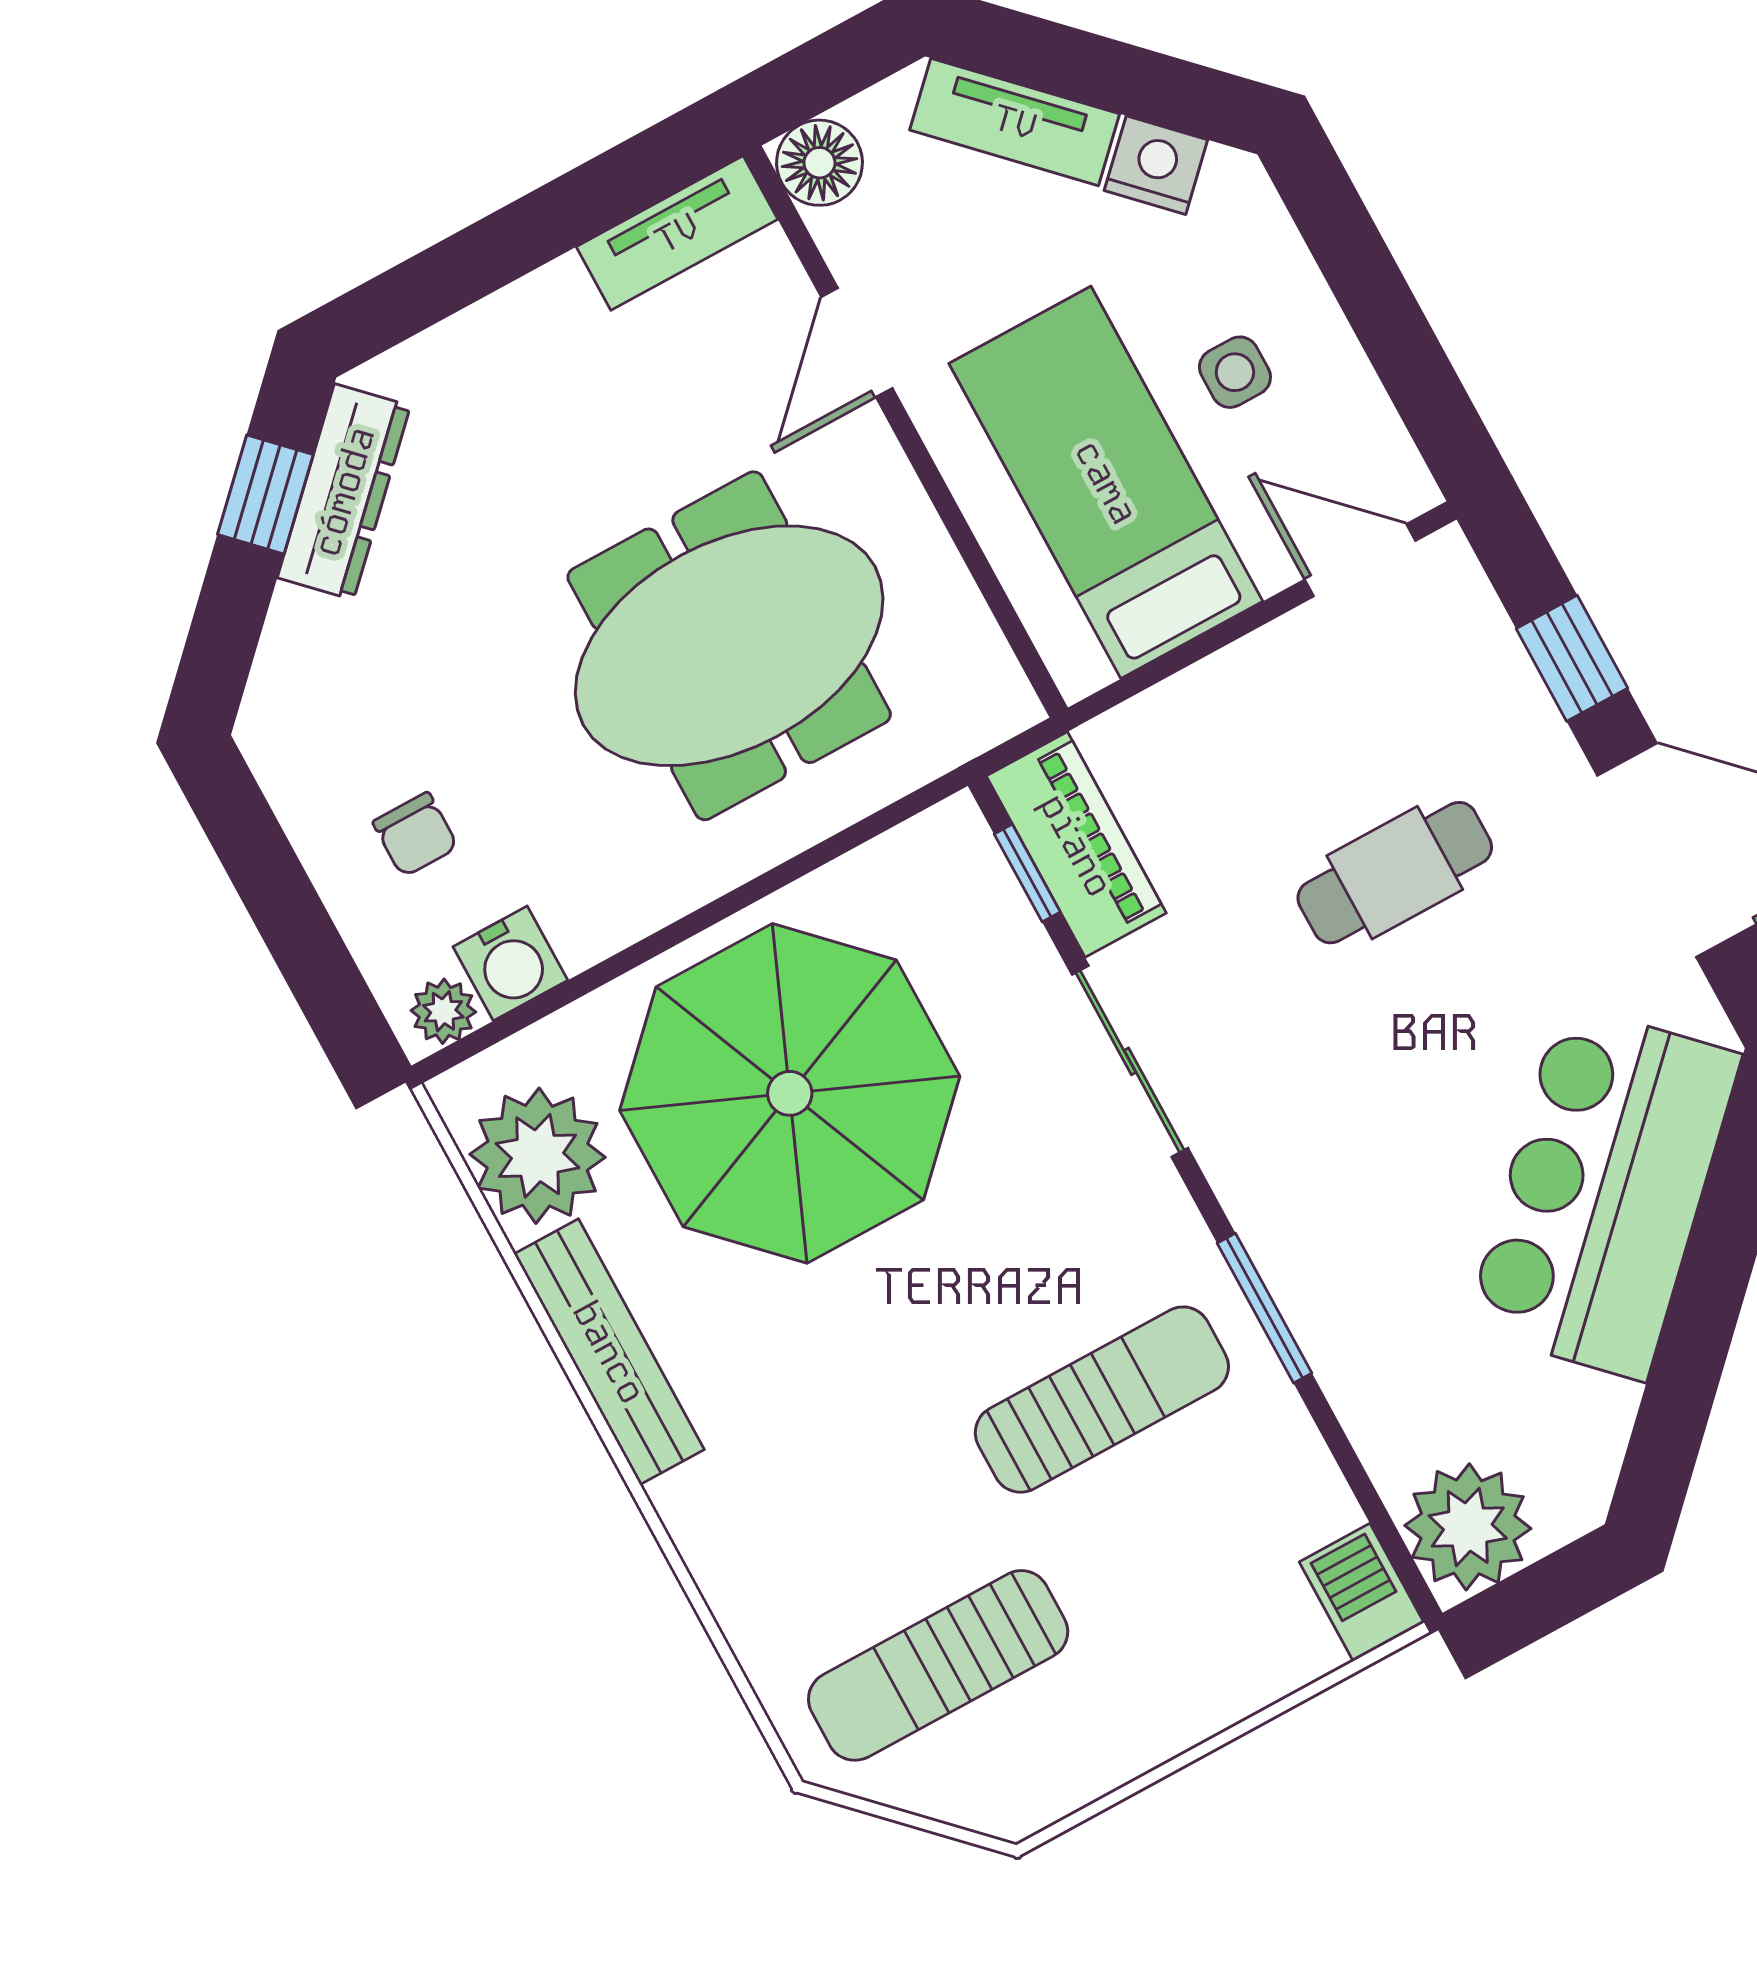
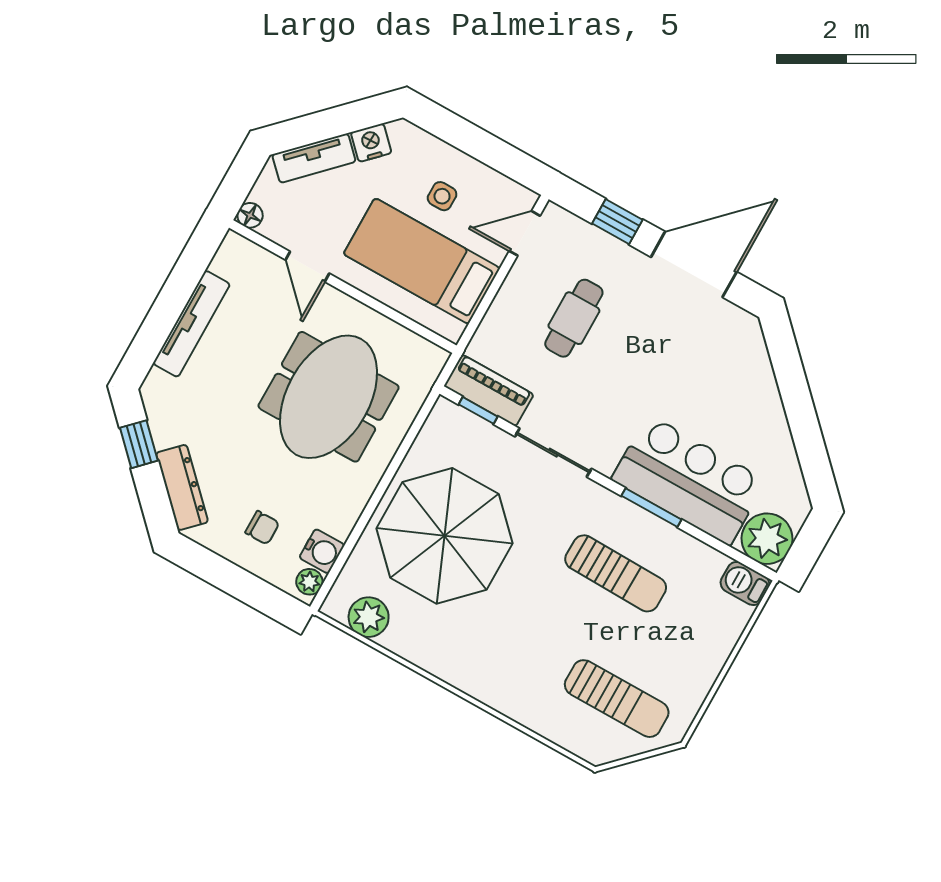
floor lamp: (819, 163) -> (250, 215), width x0.73, depth x0.73
tv unit: (677, 233) -> (192, 324), moved, width x1.41
dresser: (344, 492) -> (182, 487), moved
cafe table: (1395, 873) -> (574, 318), moved
plant: (538, 1156) -> (369, 617), width x0.73, depth x0.73
bar counter: (1603, 1192) -> (689, 480), moved, turned 135
bench: (609, 1352) -> (438, 662), removed
sun lounger: (1102, 1400) -> (616, 573), turned 91
sun lounger: (938, 1665) -> (617, 699), turned -90

